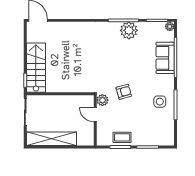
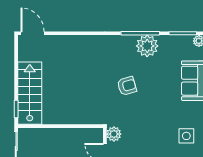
armchair: (124, 92) -> (127, 86), moved

